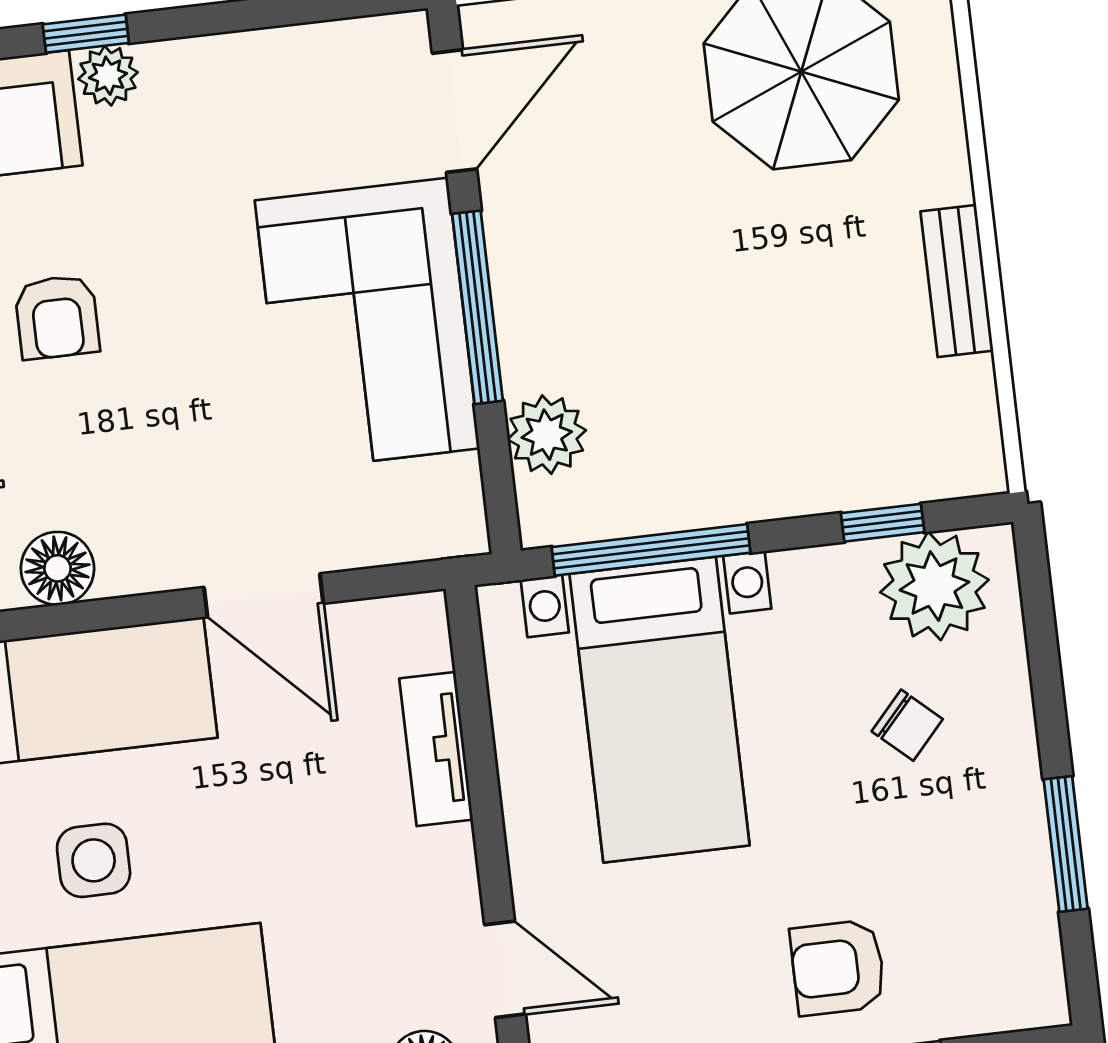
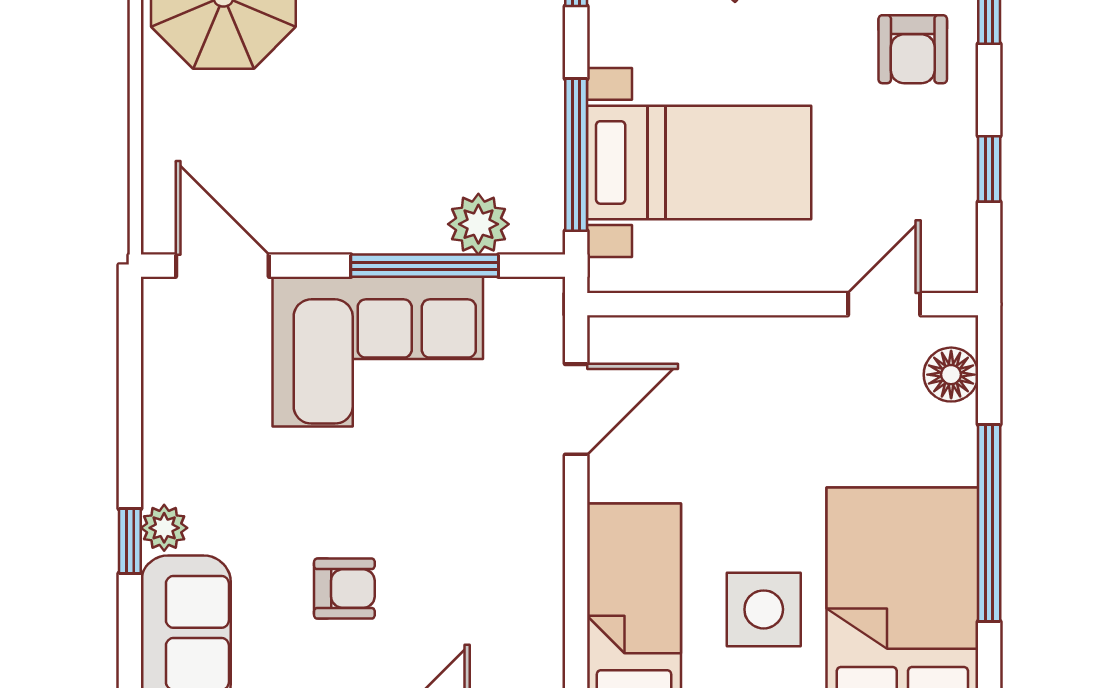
window: (478, 307) -> (425, 266), moved
floor lamp: (57, 568) -> (537, 611), removed
door: (264, 595) -> (576, 409), moved
tv unit: (436, 749) -> (709, 337), removed
side table: (94, 860) -> (764, 609), width x1.37, depth x1.37

